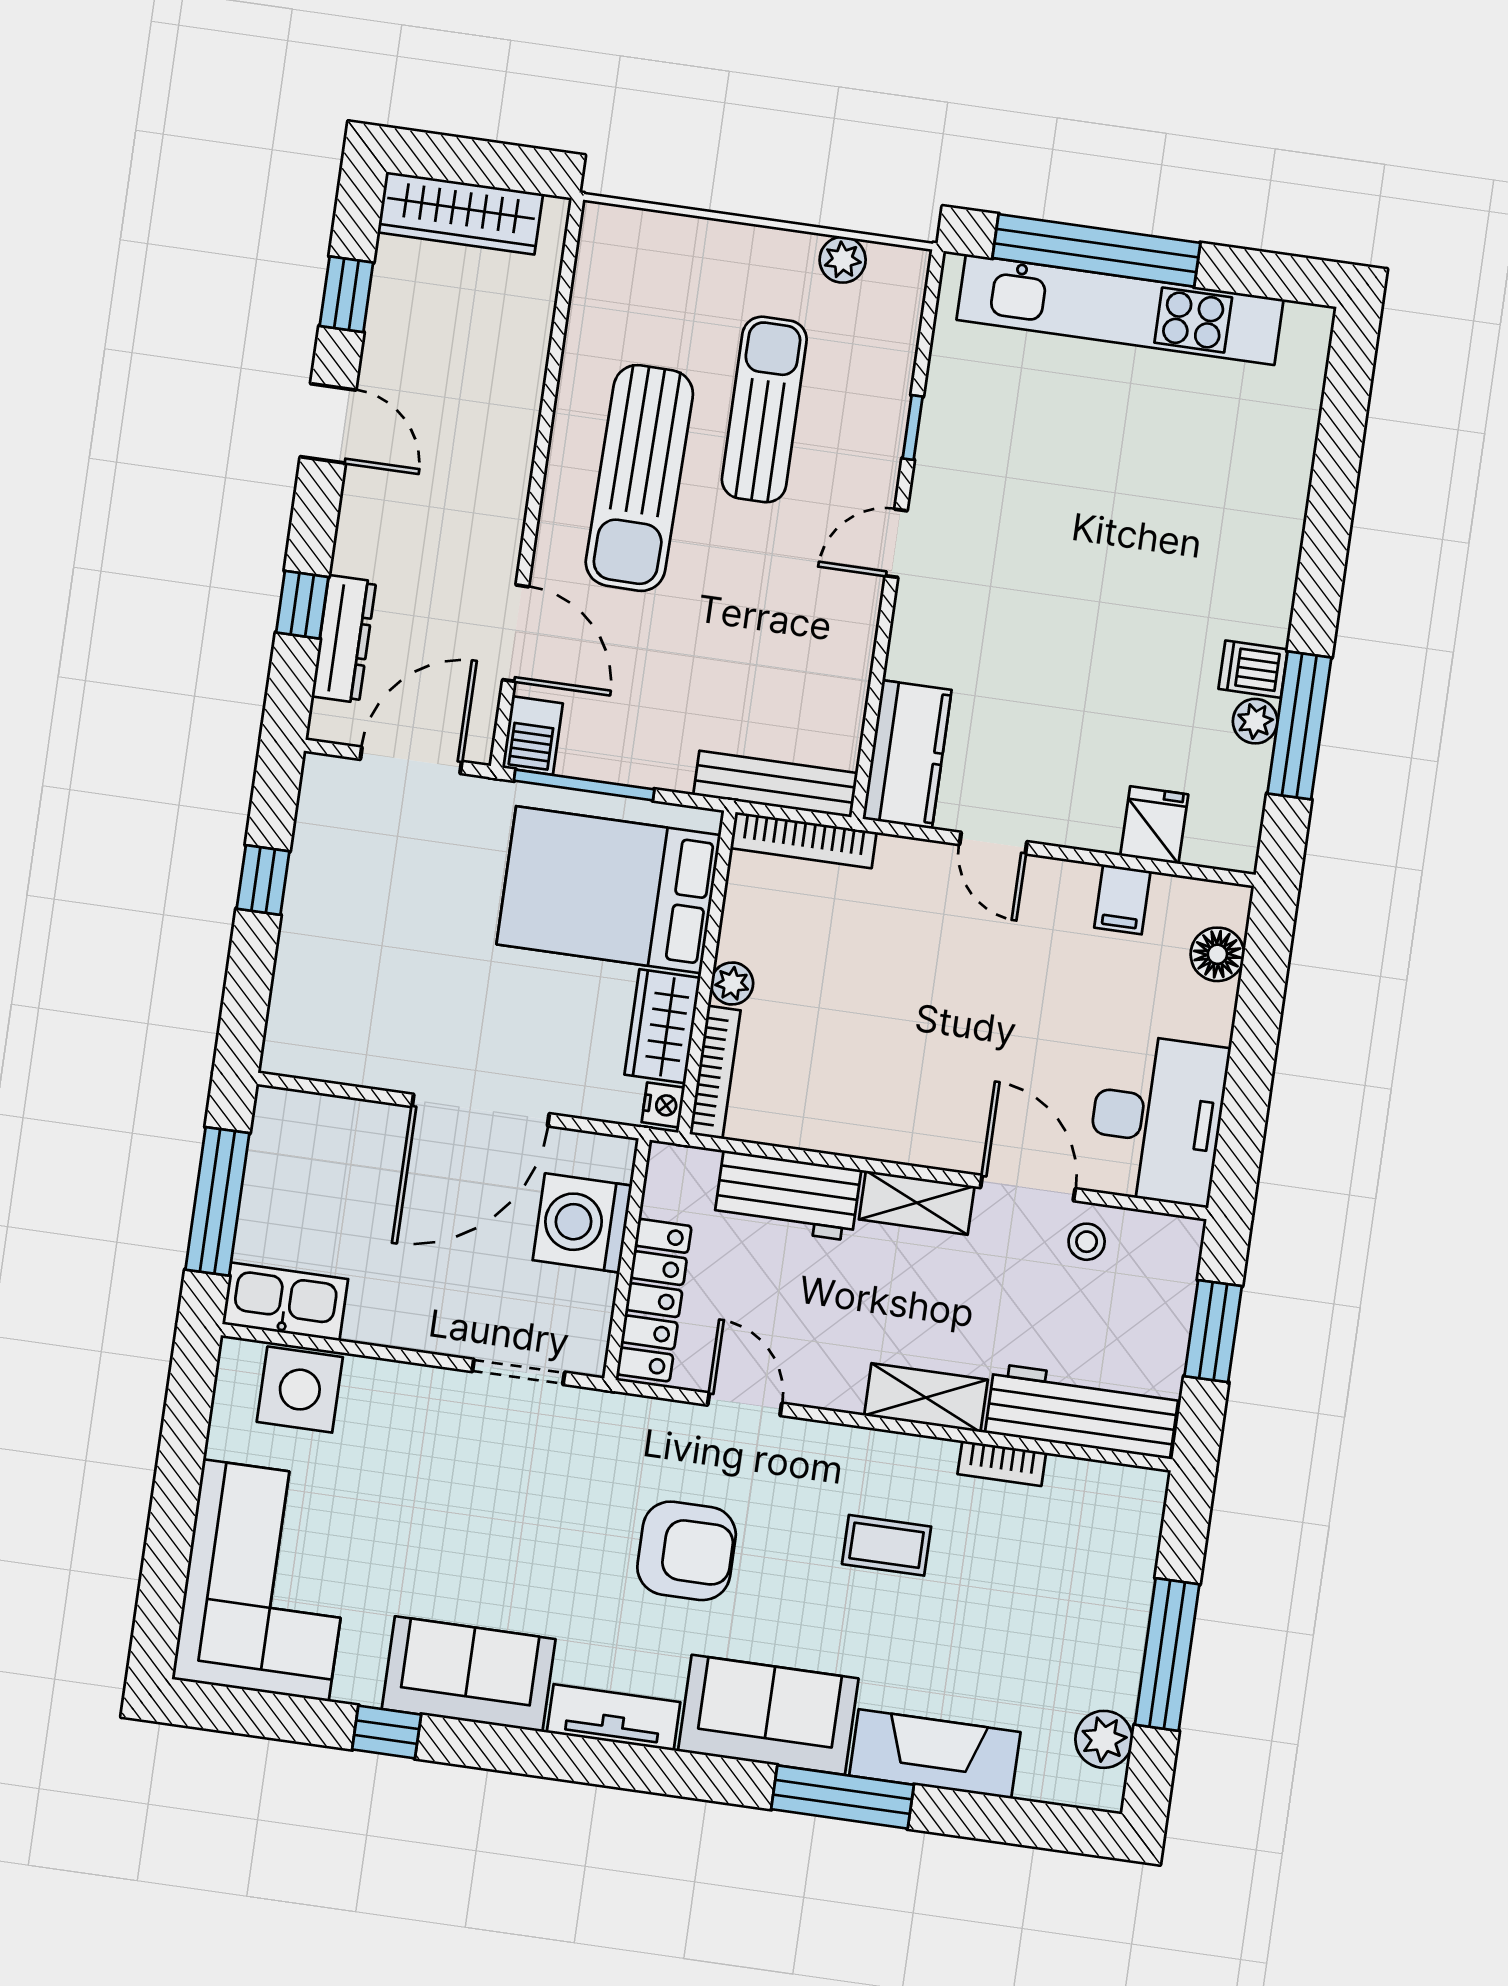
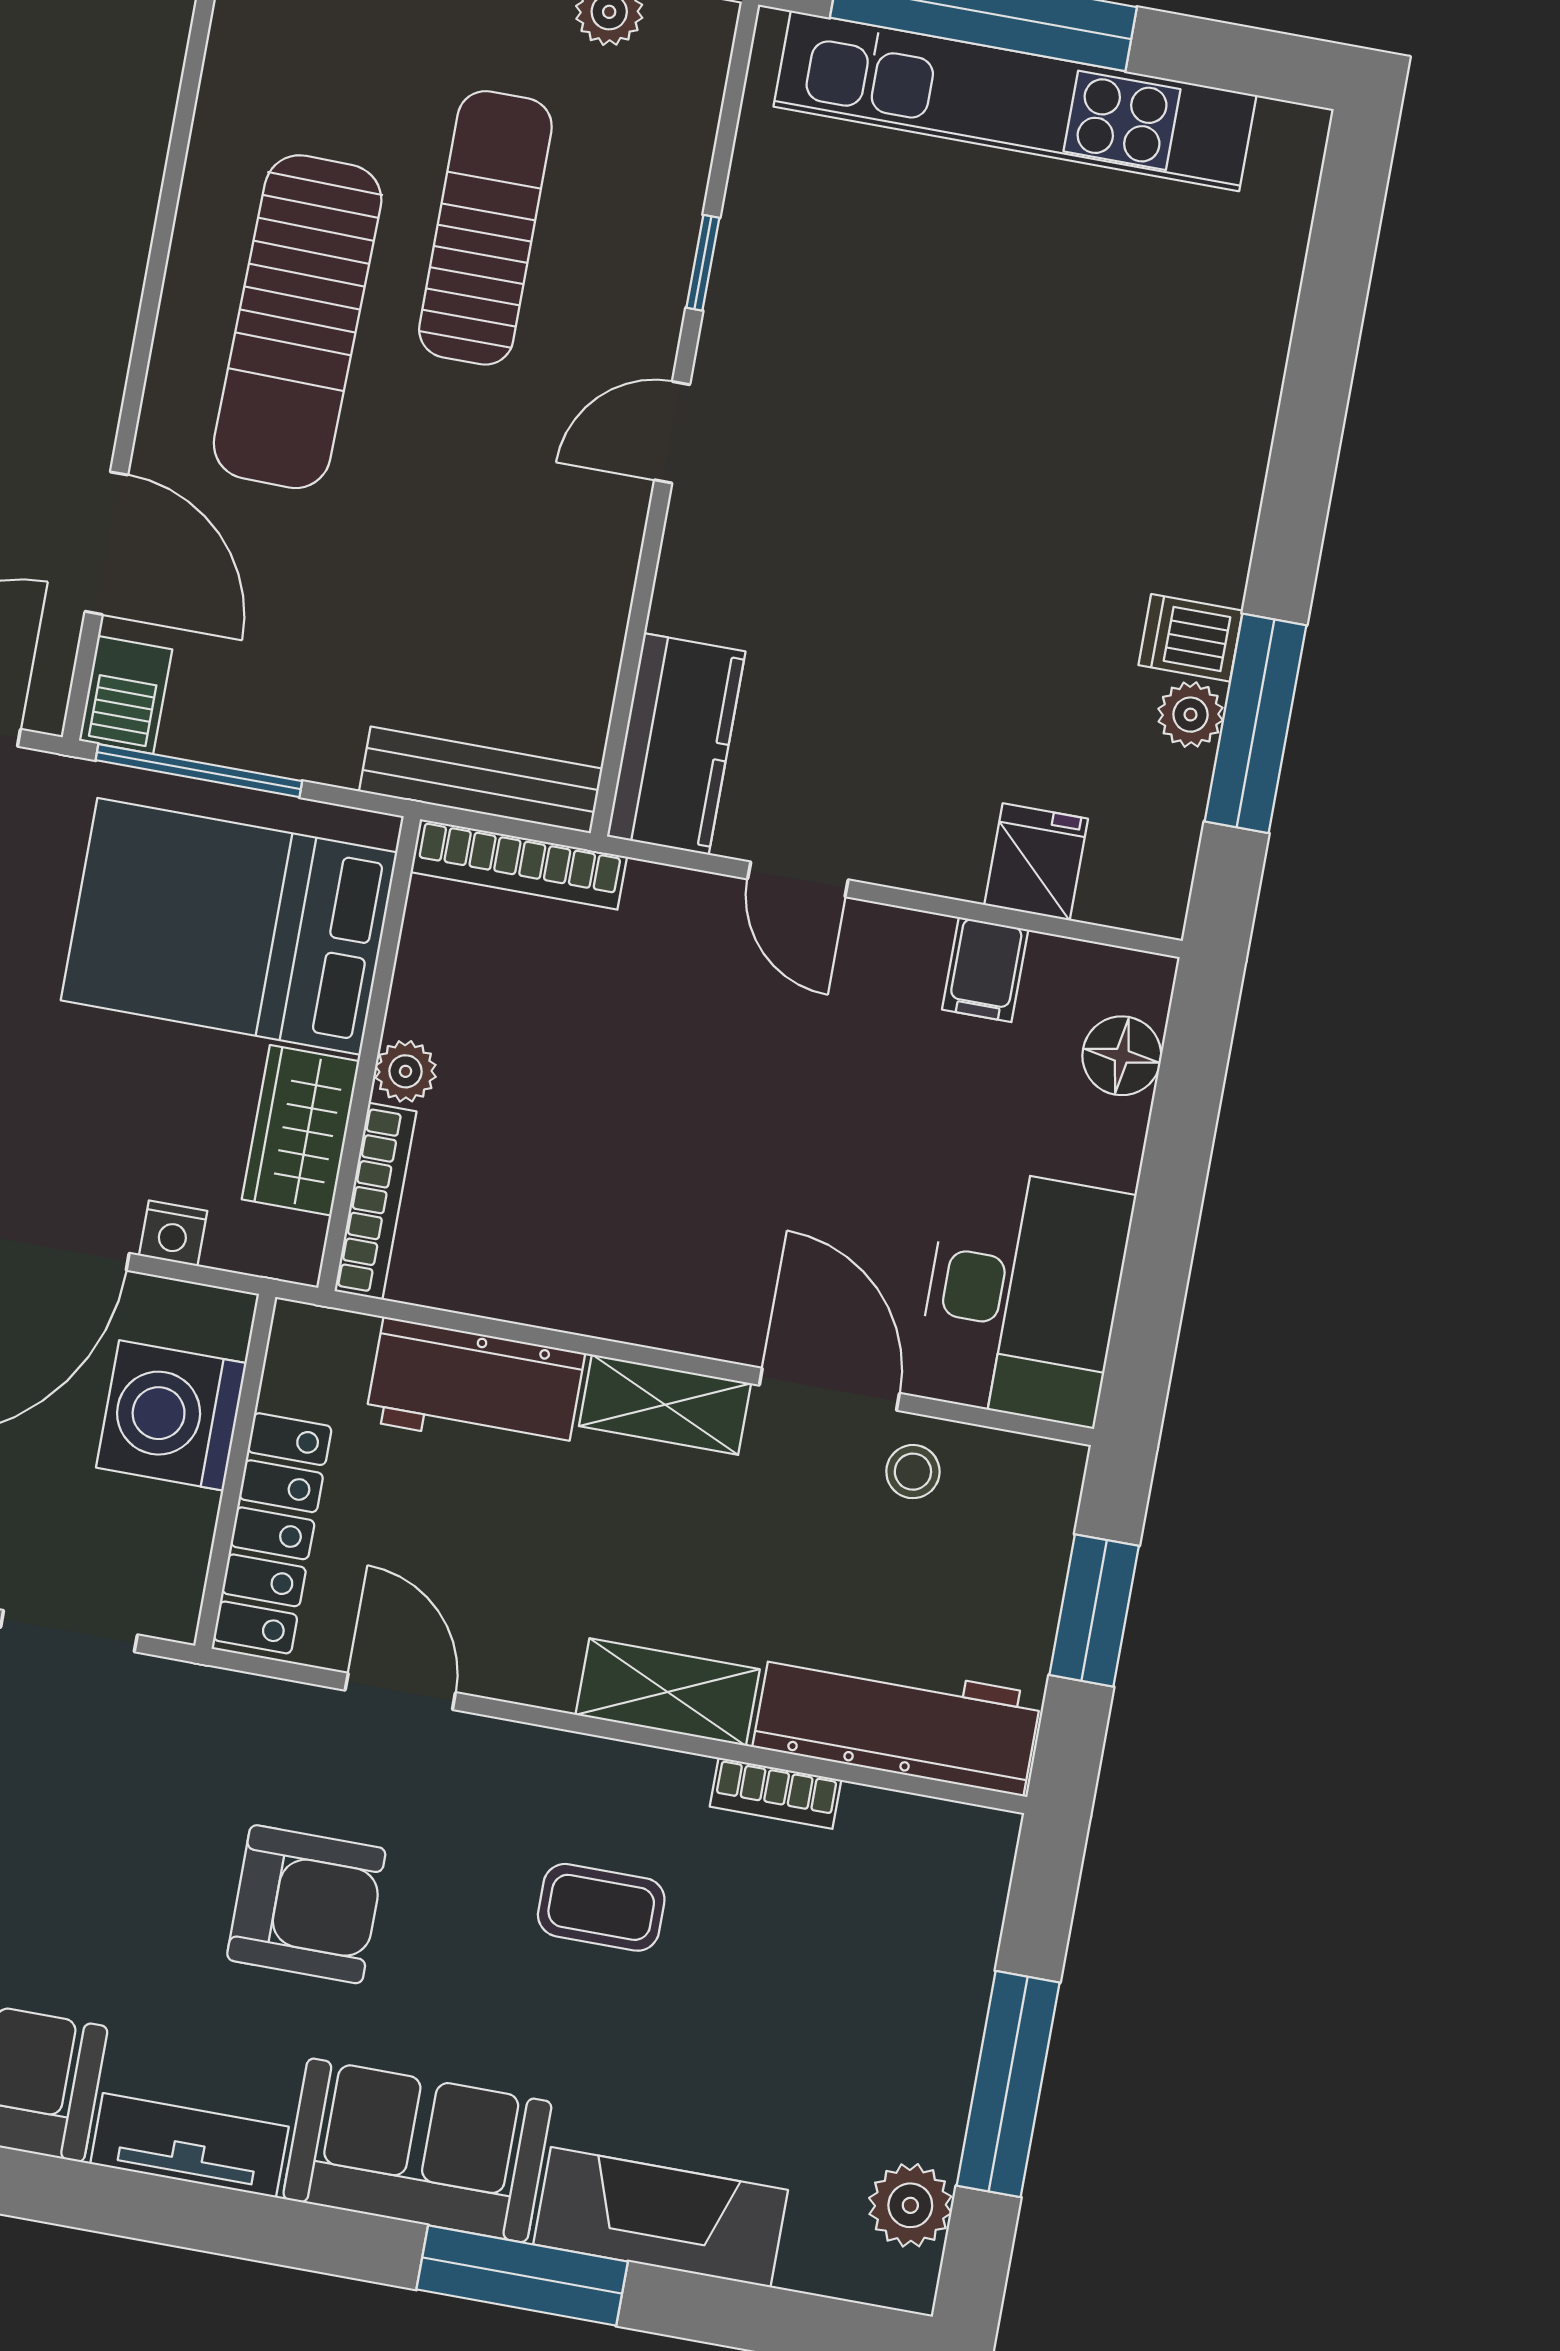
nightstand: (663, 1105) -> (173, 1233), moved, turned 90

